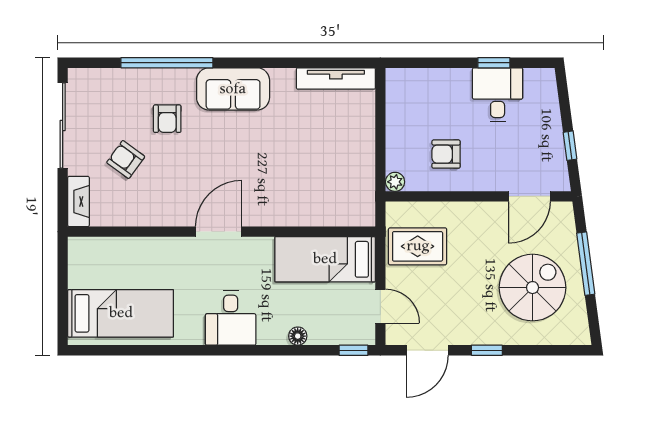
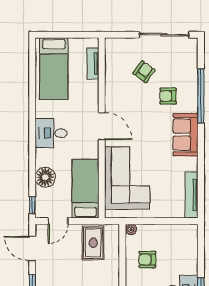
armchair: (446, 154) -> (147, 260), turned -90
corner sofa: (307, 188) -> (127, 178), added
fireplace: (78, 201) -> (119, 44), removed
tv unit: (112, 247) -> (93, 64), added
floor lamp: (298, 336) -> (45, 177), width x1.89, depth x1.89

